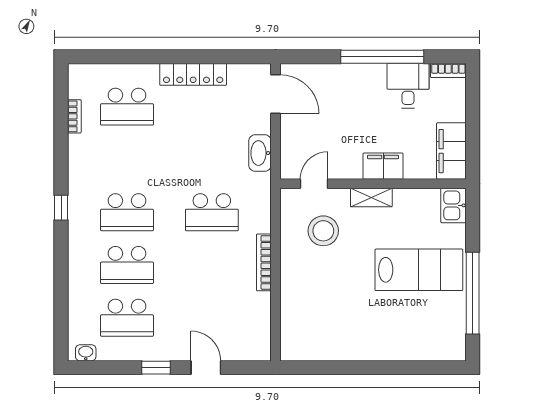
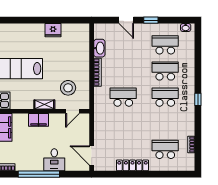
desk: (408, 86) -> (54, 160), moved
washbasin: (260, 153) -> (99, 48), moved
fridge: (354, 347) -> (53, 30), added

